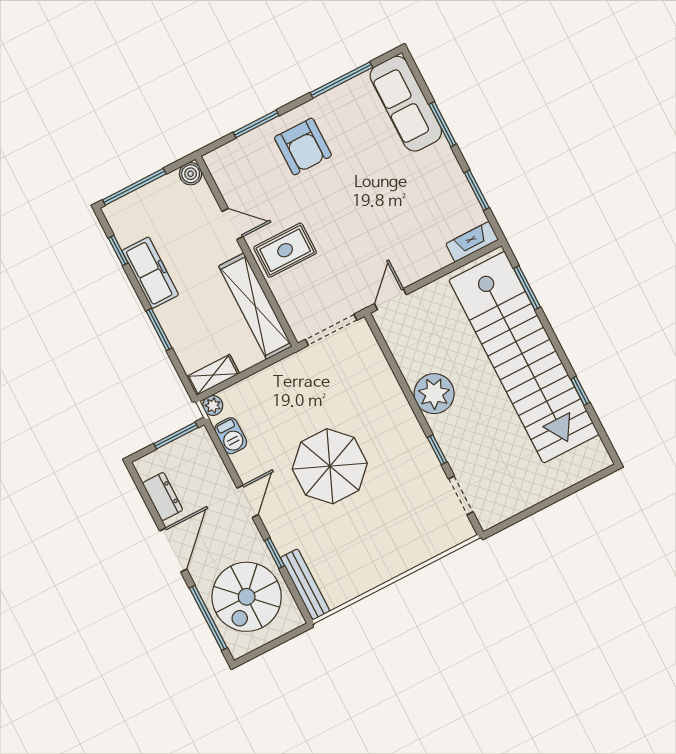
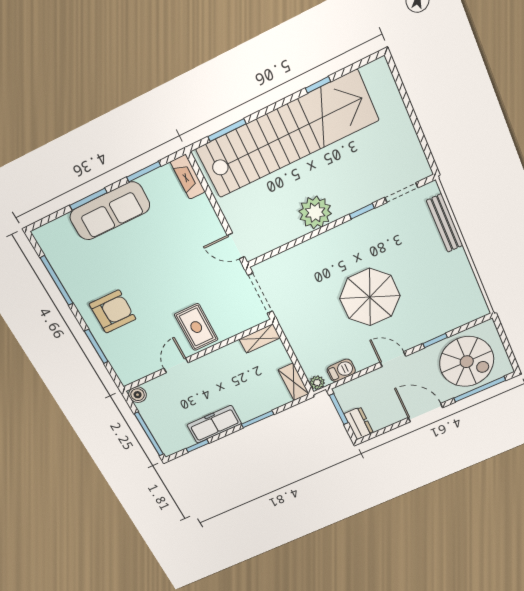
sofa: (406, 104) -> (110, 211), moved
shelving: (255, 306) -> (260, 339), width x0.45, depth x0.75
dresser: (163, 496) -> (359, 423), moved, turned 90
bench: (305, 584) -> (445, 223), moved, turned 90

